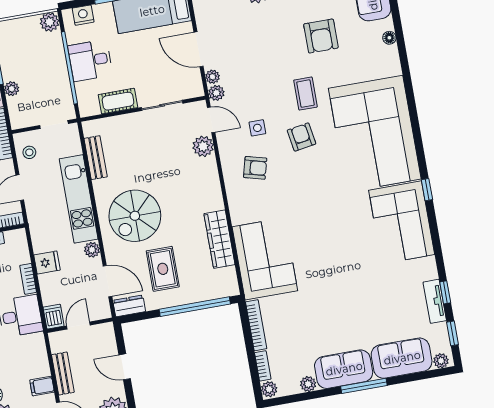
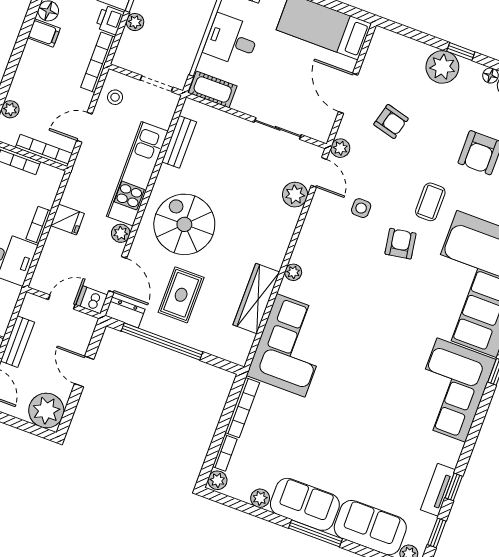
plant: (213, 77) -> (293, 272), moved
cot: (118, 101) -> (213, 89), moved
armchair: (255, 168) -> (391, 121), moved
spiral stairs: (135, 216) -> (184, 224), turned 90
window: (195, 307) -> (162, 342), moved
dishwasher: (54, 317) -> (92, 300), moved, turned -90

